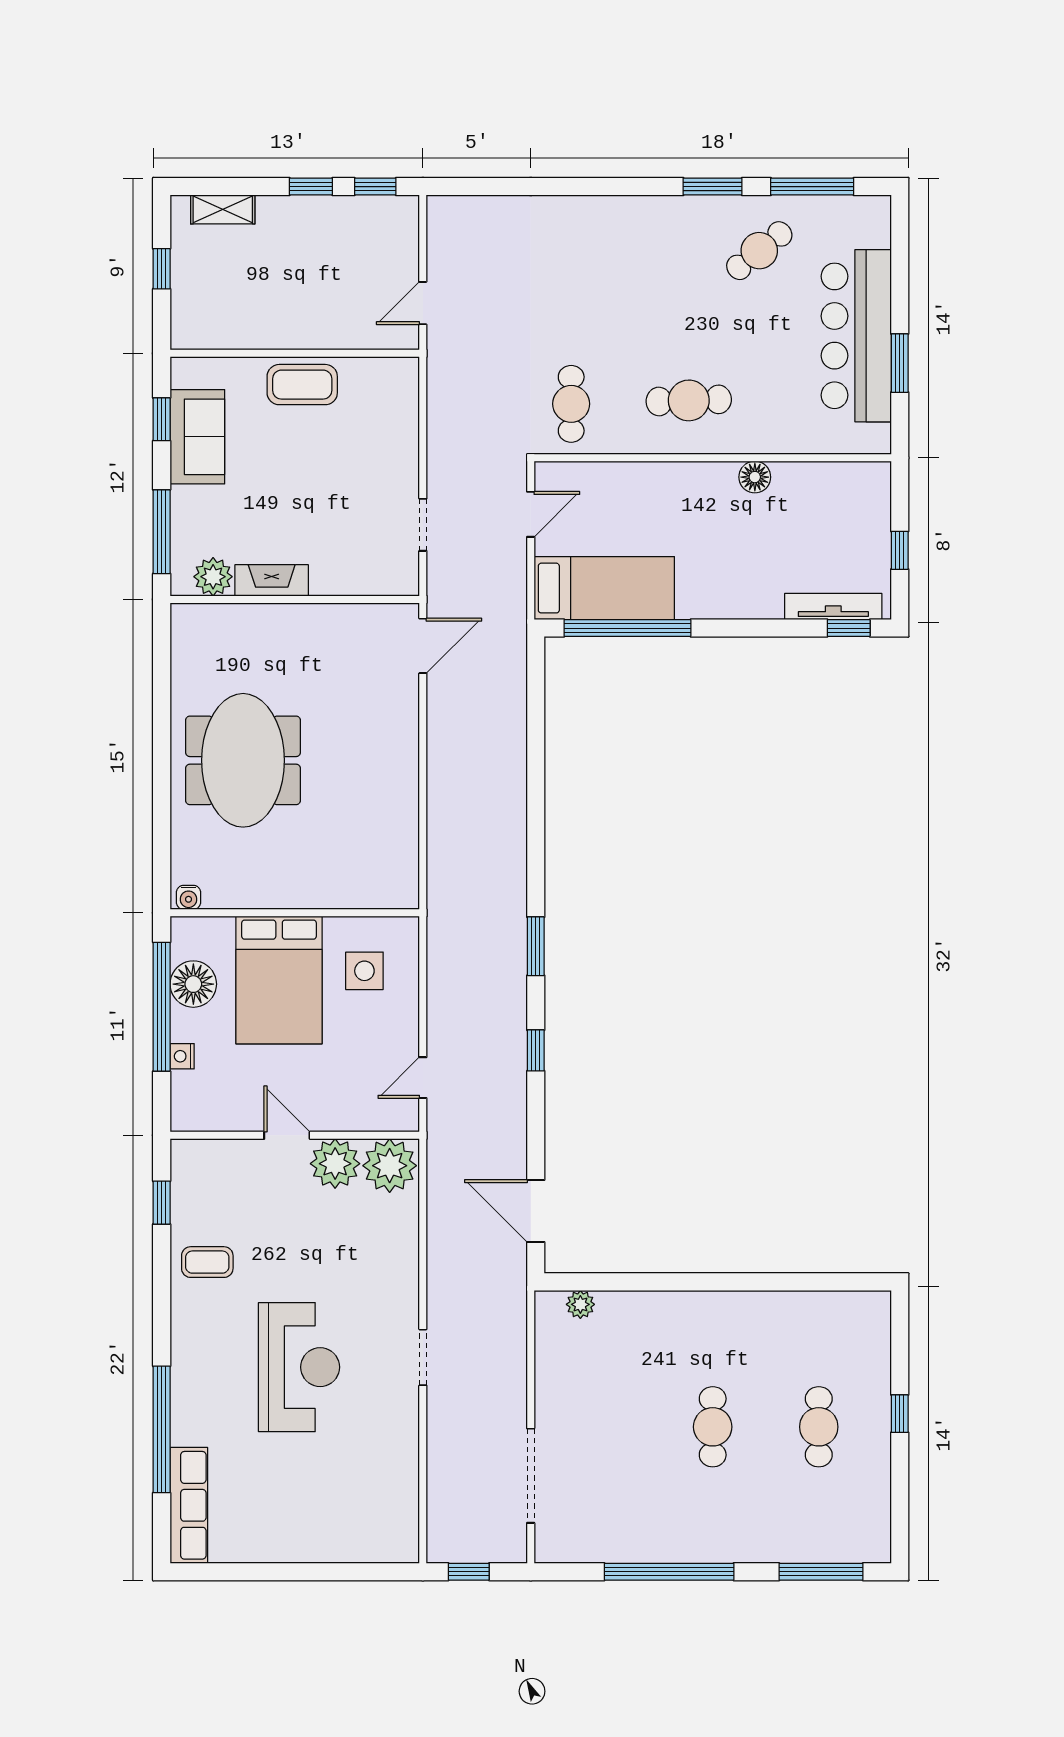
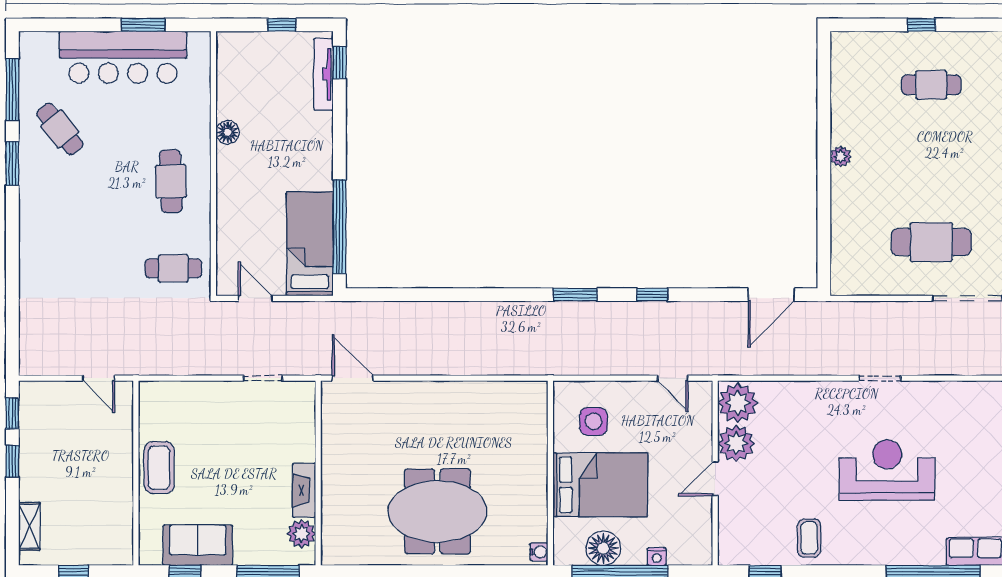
plant: (580, 1304) -> (841, 156), moved
cafe table: (713, 1427) -> (931, 242), moved, width x1.37, depth x1.35

